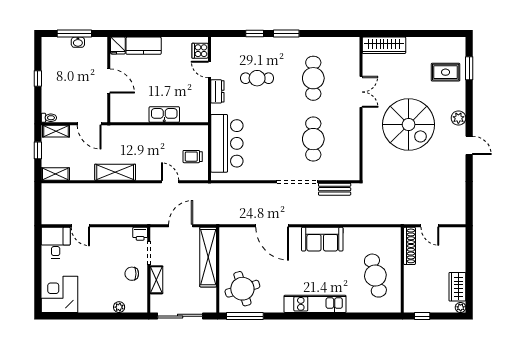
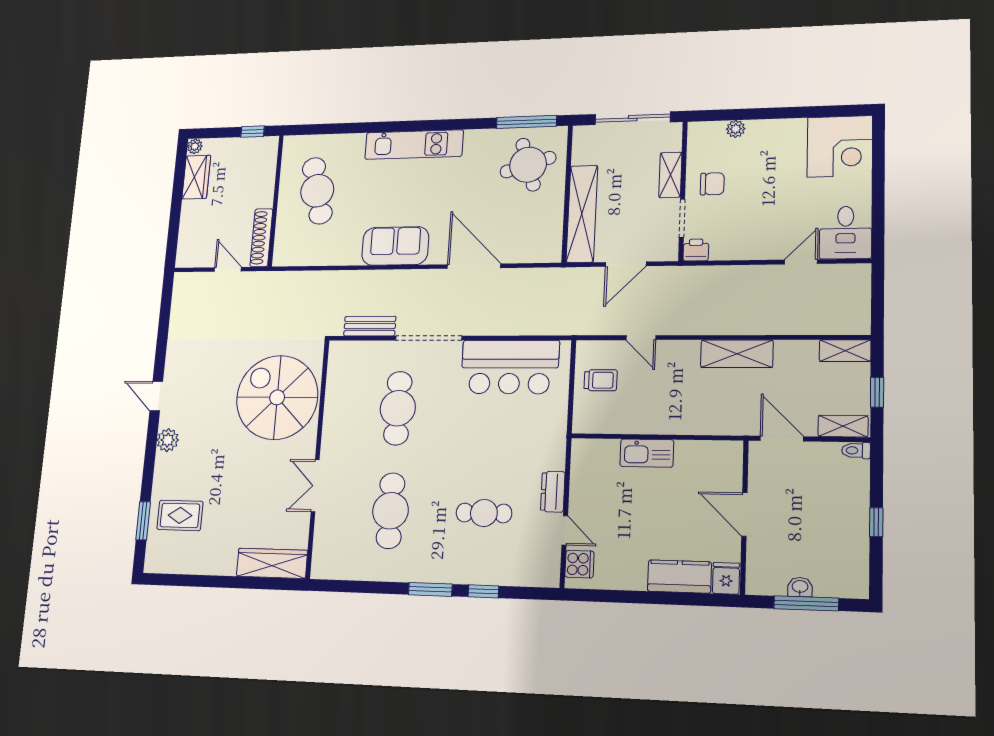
spiral stairs: (409, 125) -> (277, 397), moved
bar counter: (227, 143) -> (510, 367), moved, turned -90
door: (80, 226) -> (801, 262), hinge flipped

